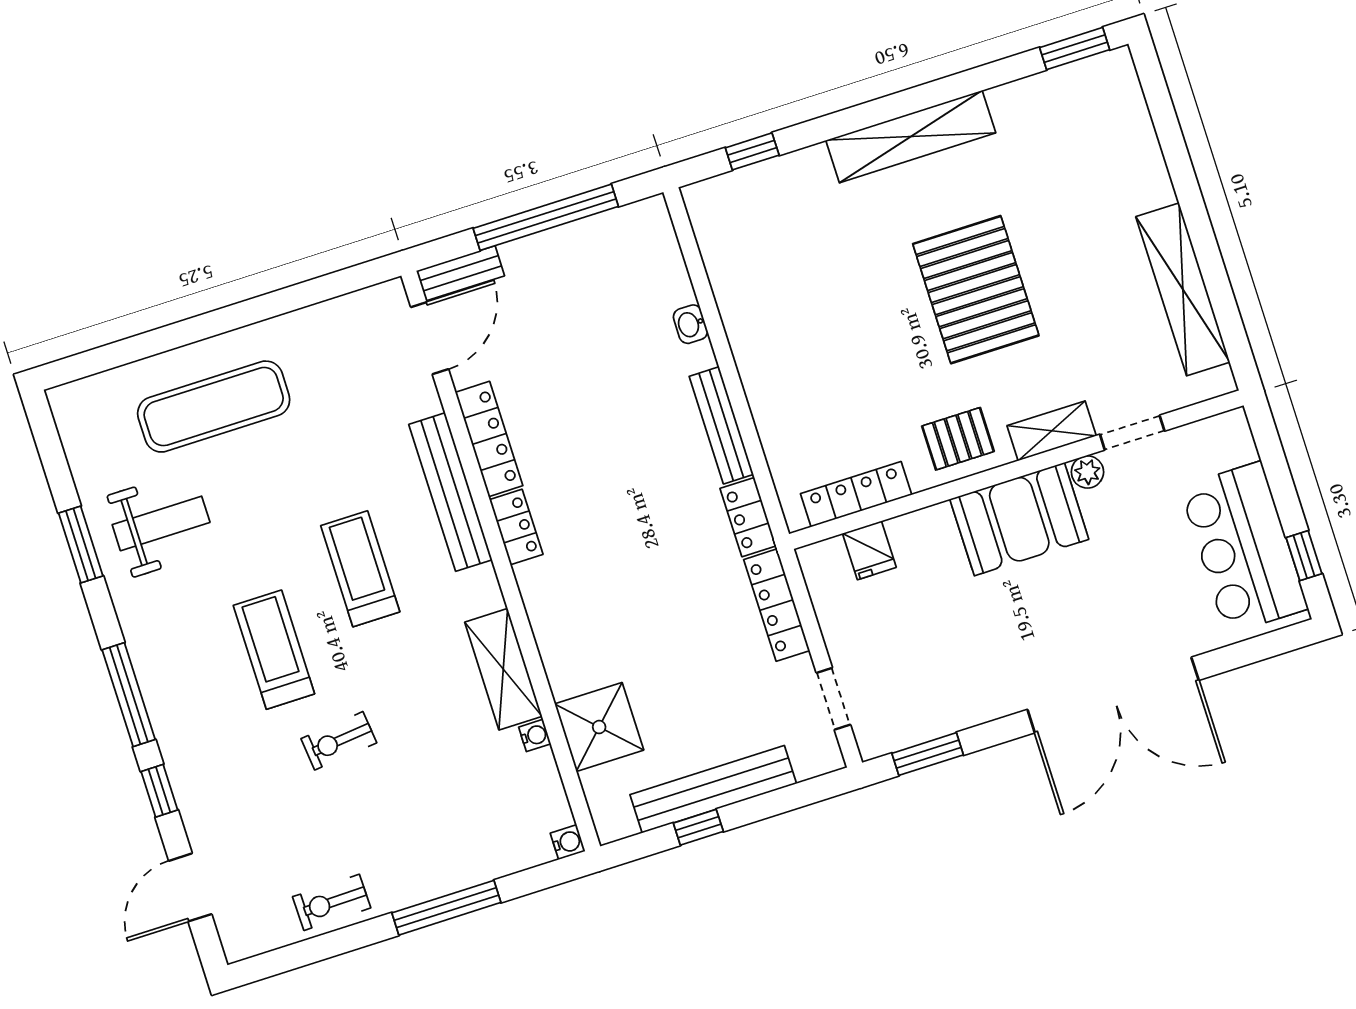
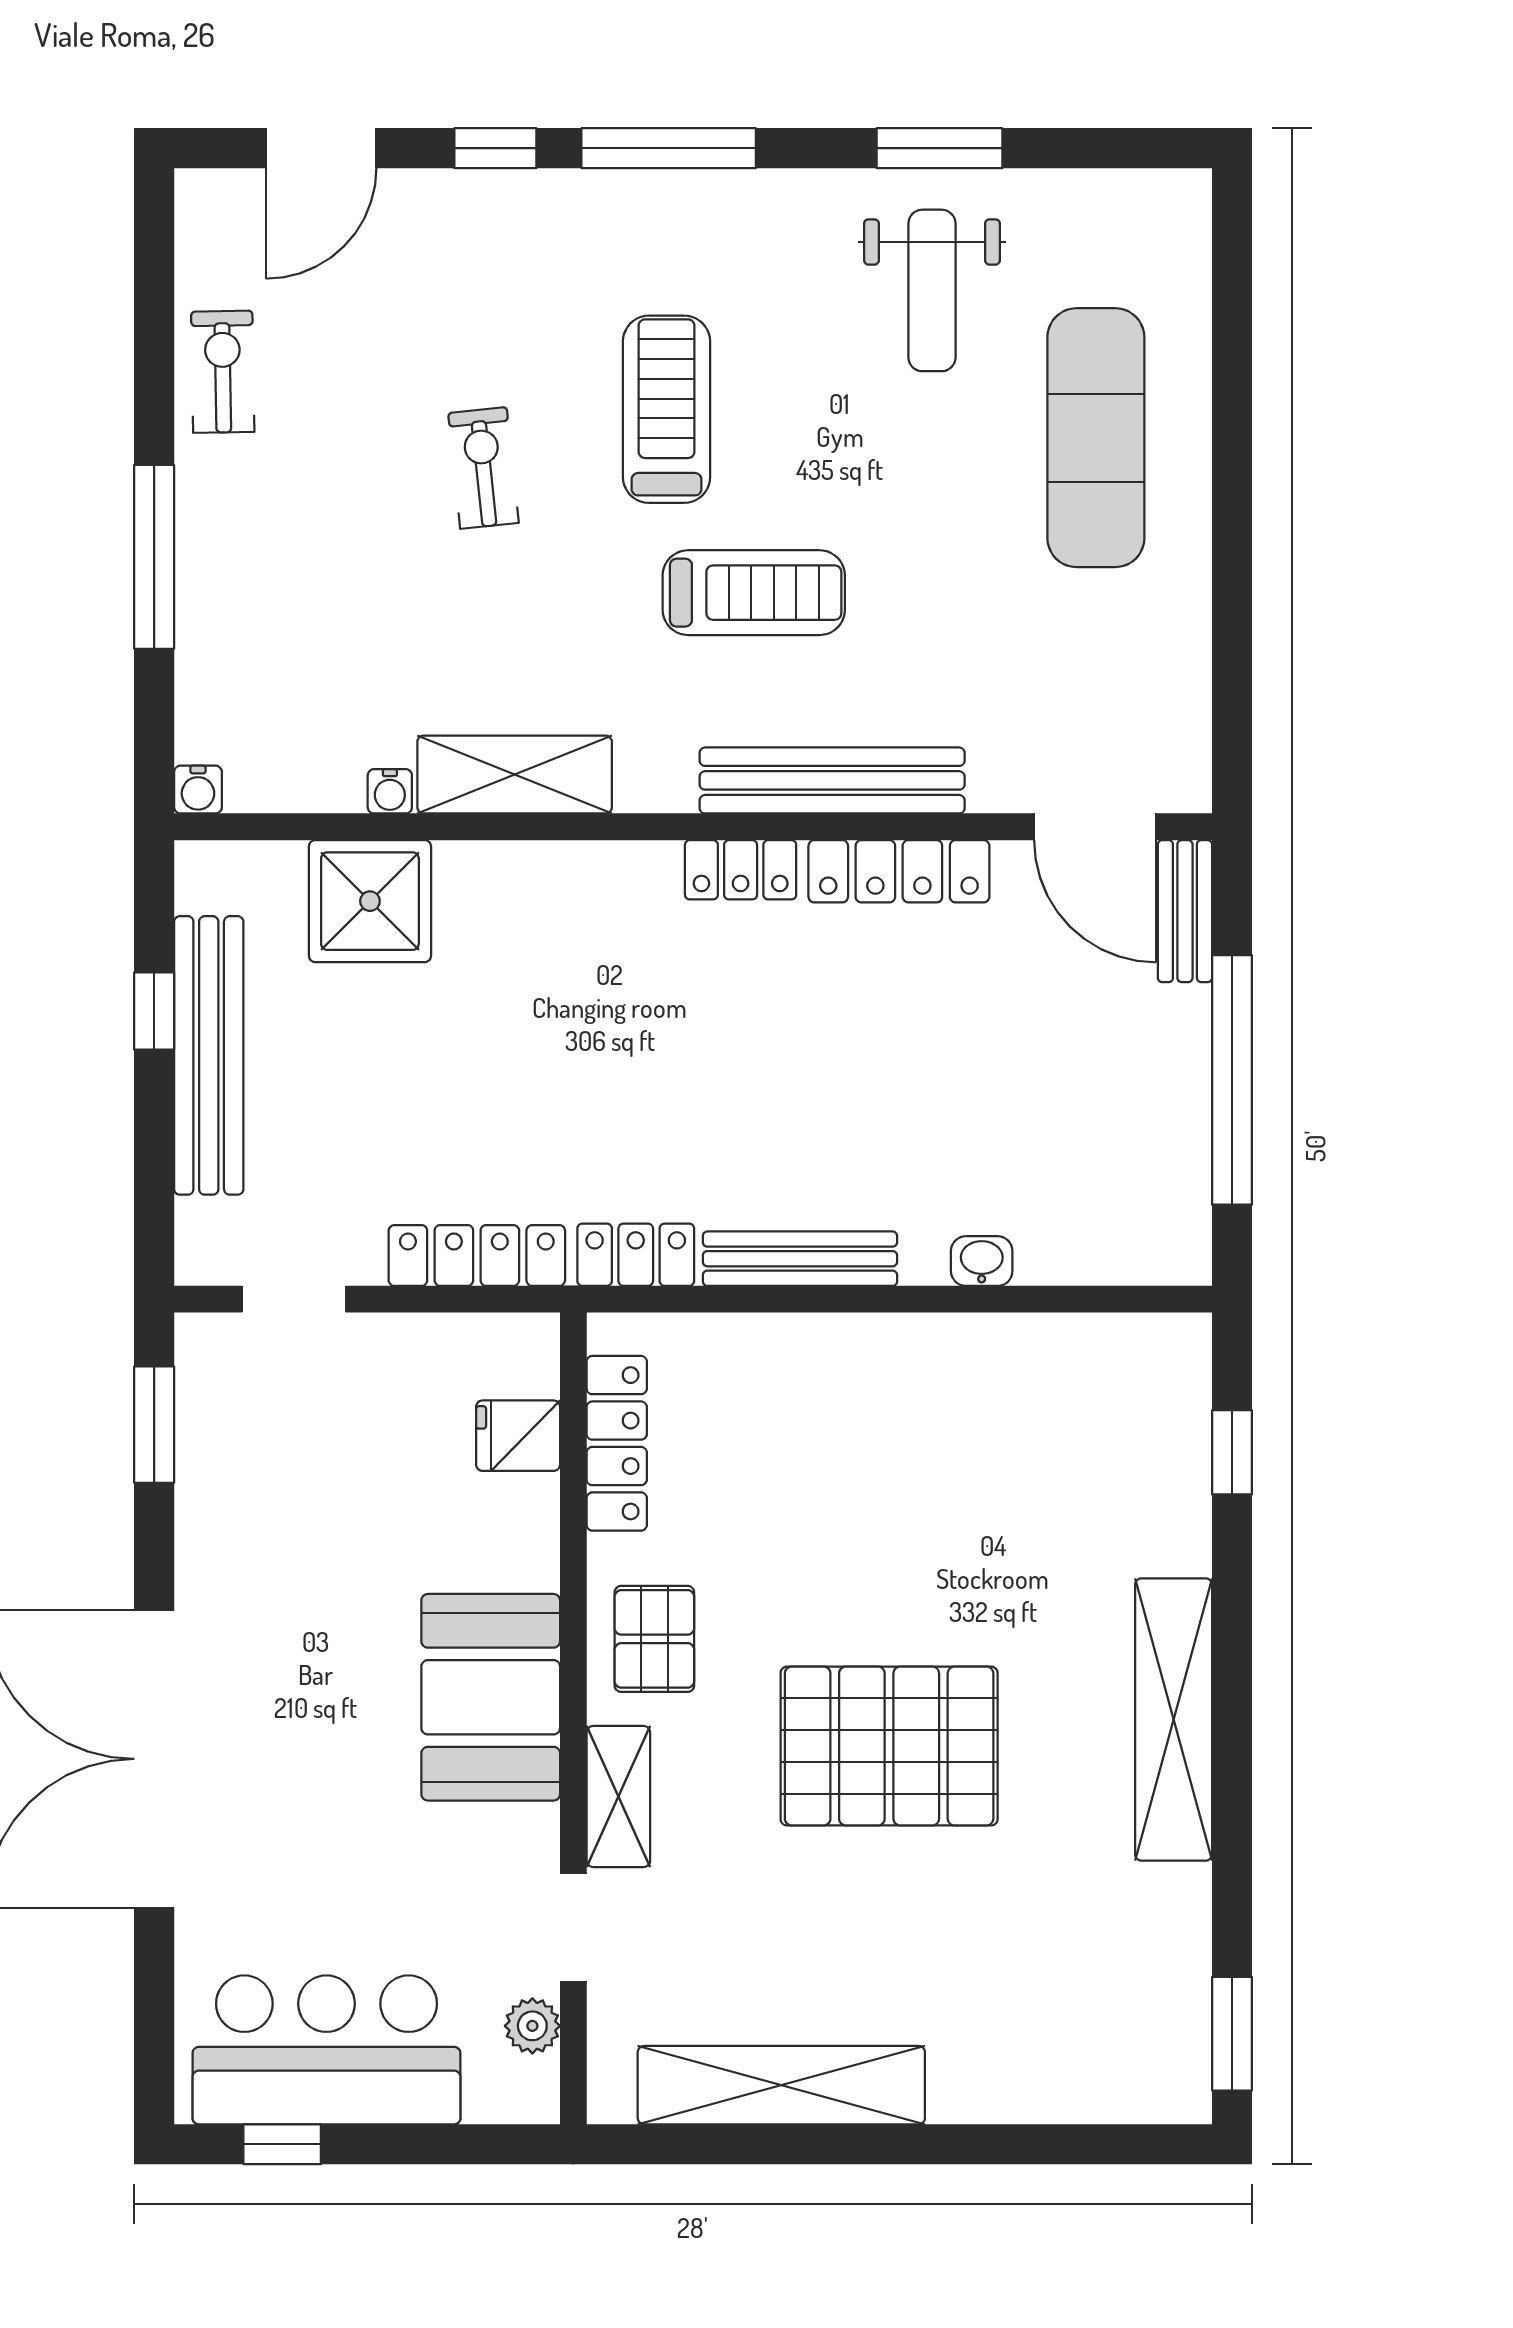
plant: (1087, 472) -> (532, 2026), moved
treadmill: (274, 650) -> (667, 409), turned -90
door: (190, 887) -> (321, 148), swing flipped

